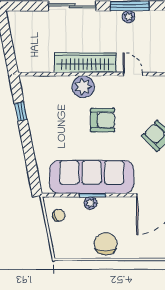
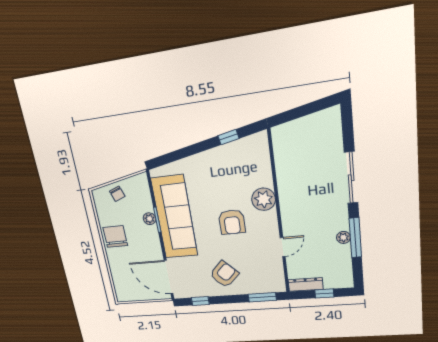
wardrobe: (85, 63) -> (289, 199), removed
chair: (59, 215) -> (117, 194), moved
chair: (106, 244) -> (115, 237), turned -90

